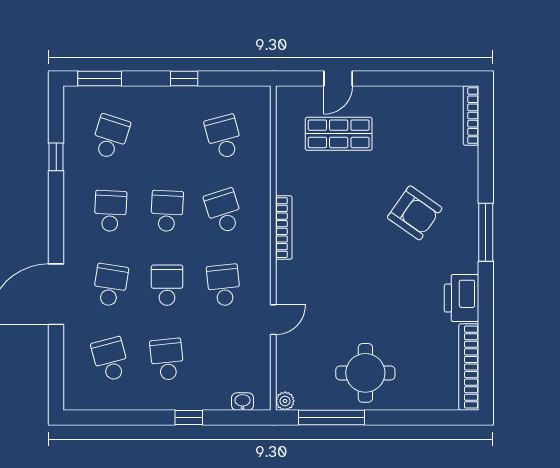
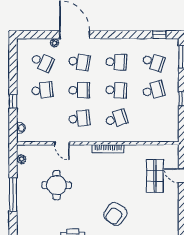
school desk: (224, 137) -> (153, 90), moved
window: (56, 157) -> (159, 35), moved
plant: (72, 335) -> (54, 43), added
school desk: (110, 359) -> (42, 62), turned 39
round table: (365, 373) -> (57, 185), moved
plant: (285, 401) -> (21, 159), moved
window: (331, 418) -> (13, 194), moved

